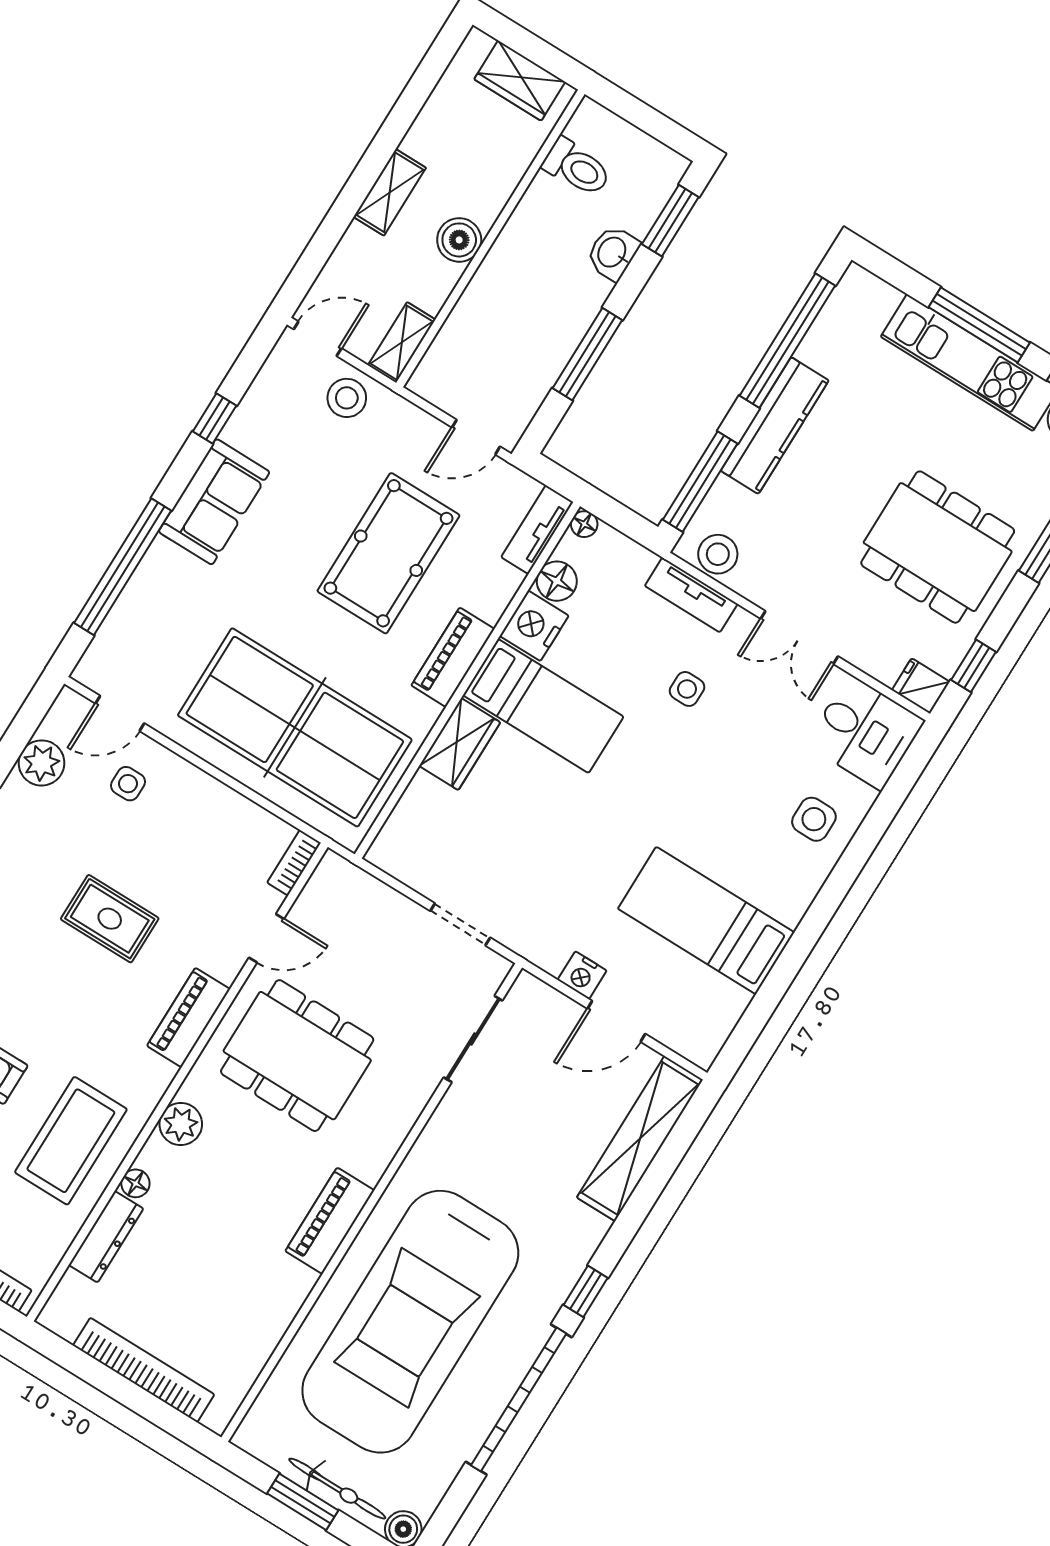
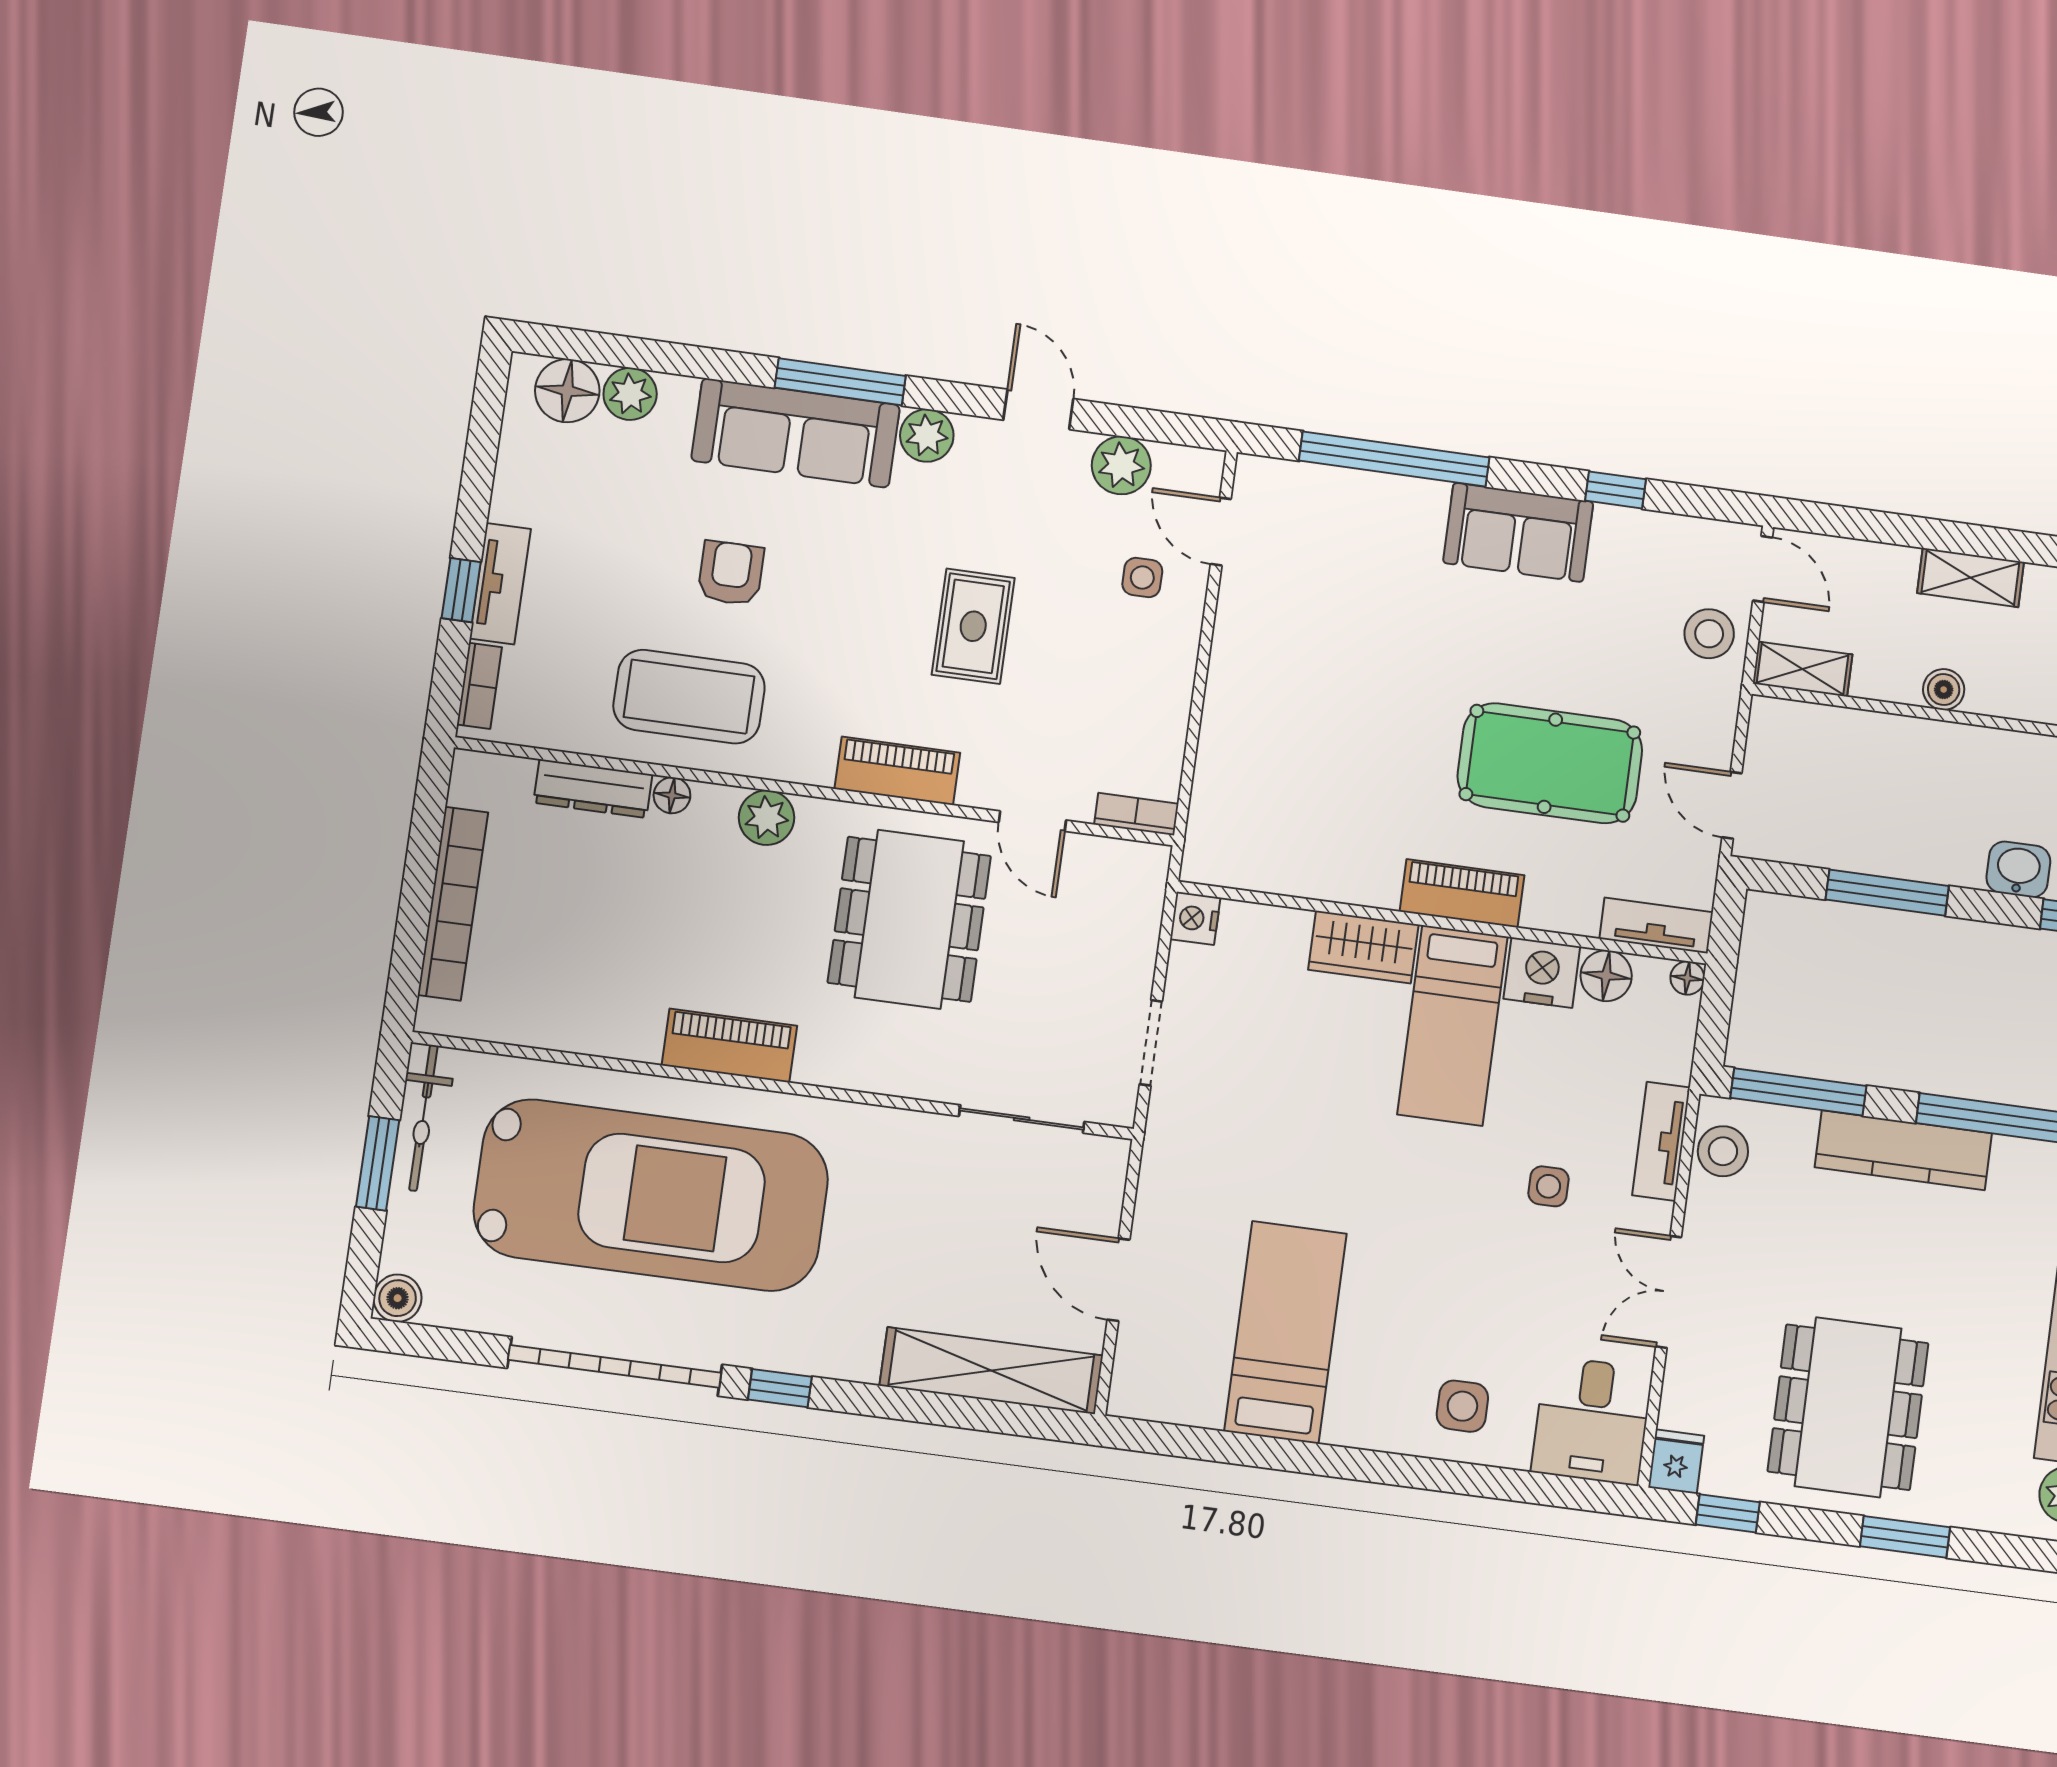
boiler: (459, 240) -> (1944, 690), width x0.73, depth x0.73
table tennis table: (295, 727) -> (1296, 744), removed
nightstand: (582, 975) -> (1195, 918), moved
car: (410, 1322) -> (651, 1195), turned 180
bicycle: (337, 1489) -> (423, 1118), moved

